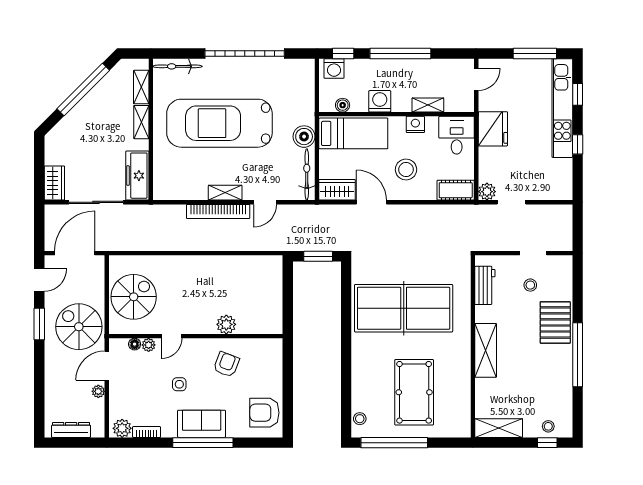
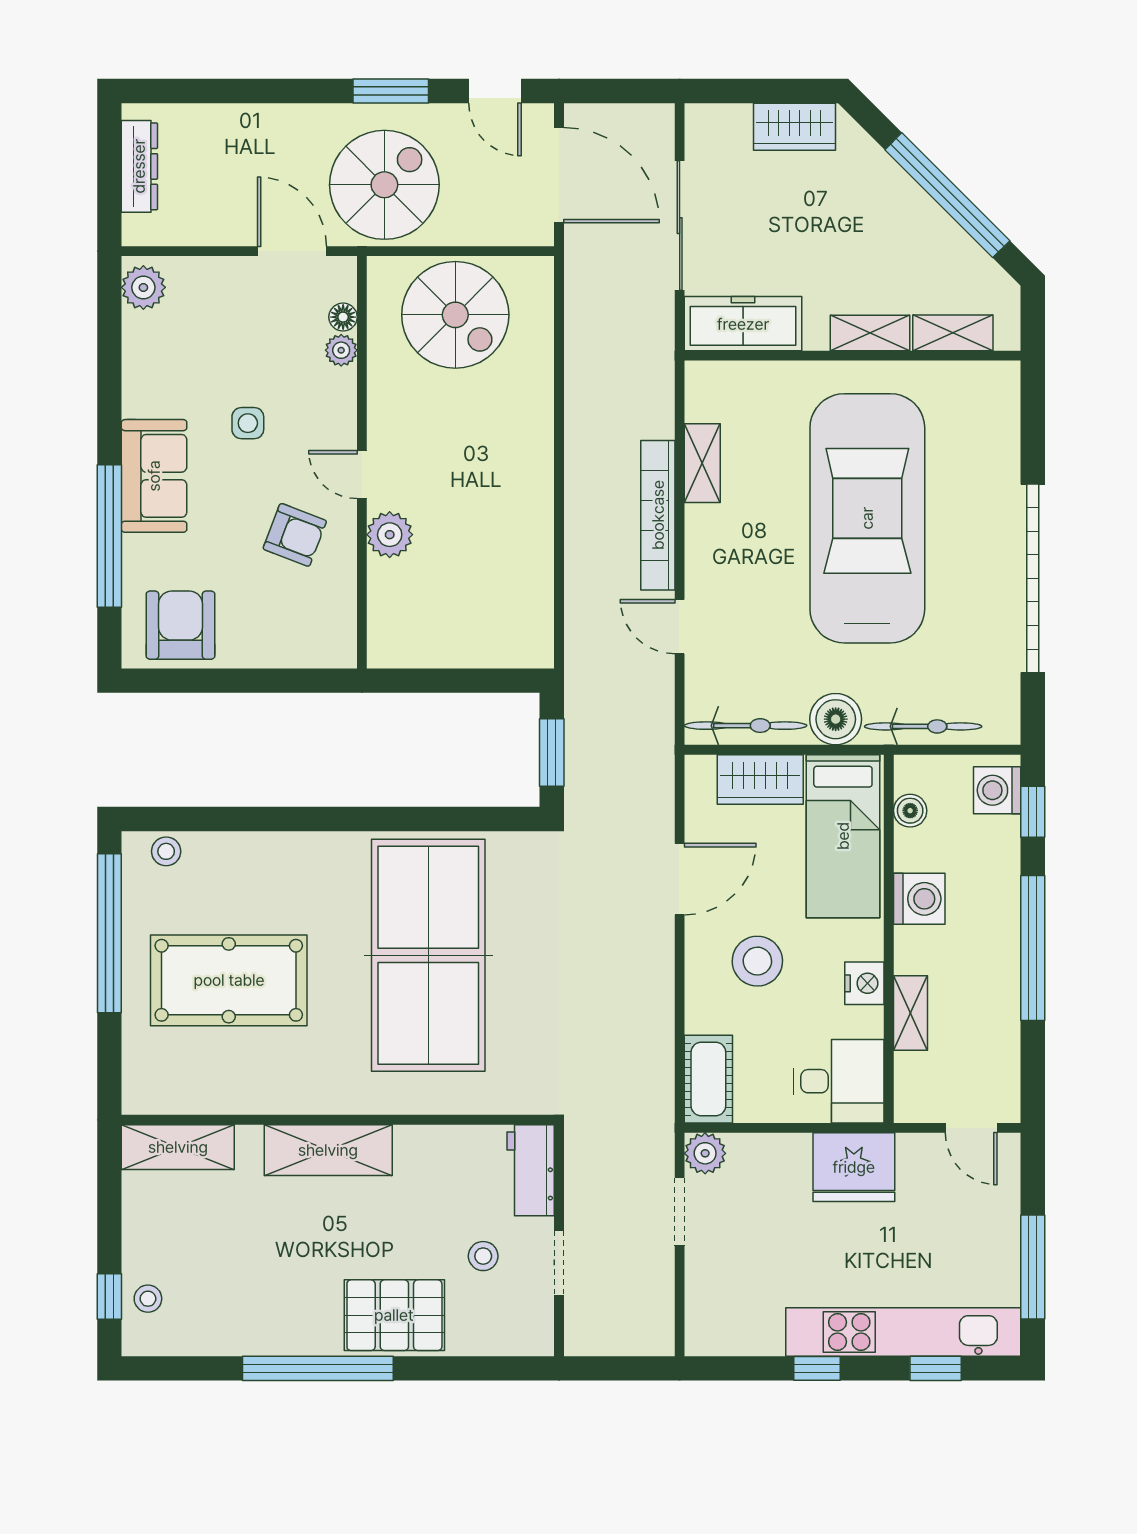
bicycle: (178, 66) -> (923, 726), moved, turned 90
wardrobe: (54, 183) -> (794, 127), moved
wardrobe: (337, 190) -> (760, 779), moved, turned 90
shelving: (225, 193) -> (702, 463), moved
workbench: (485, 285) -> (531, 1170), moved, turned 90
door: (172, 336) -> (362, 475), moved
plant: (98, 391) -> (231, 231), removed
shelving: (499, 428) -> (178, 1147), moved, turned 90
bookcase: (147, 432) -> (135, 345), removed
window: (203, 443) -> (109, 536), moved

